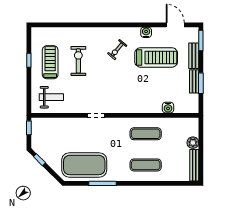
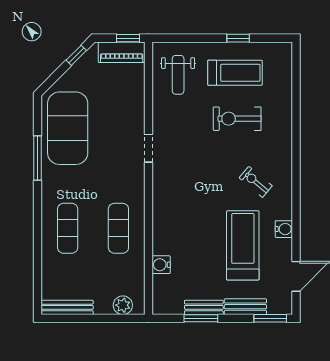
treadmill: (156, 57) -> (243, 245), turned 180
exercise bike: (78, 61) -> (237, 119), turned 180
piano: (38, 132) -> (122, 52), added
plant: (193, 143) -> (123, 305), moved

